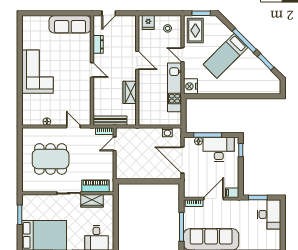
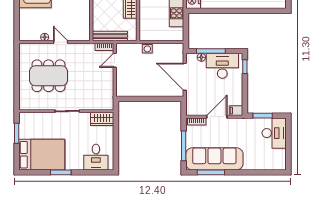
door: (73, 126) -> (61, 42), moved
washing machine: (167, 132) -> (147, 48), moved
piano: (96, 186) -> (95, 104), removed
wardrobe: (92, 201) -> (102, 119), moved

